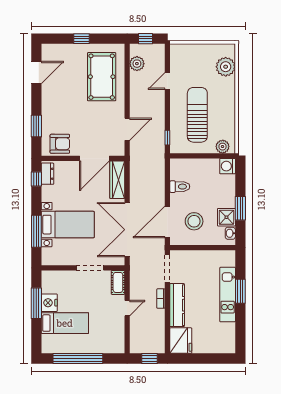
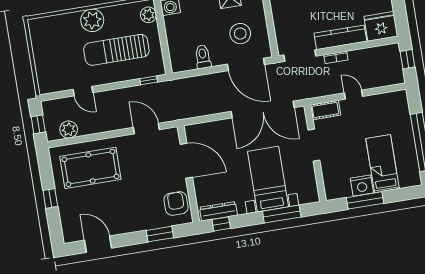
plant: (226, 67) -> (92, 20), moved
dresser: (47, 174) -> (218, 211), width x1.44
wardrobe: (117, 180) -> (207, 130), removed

